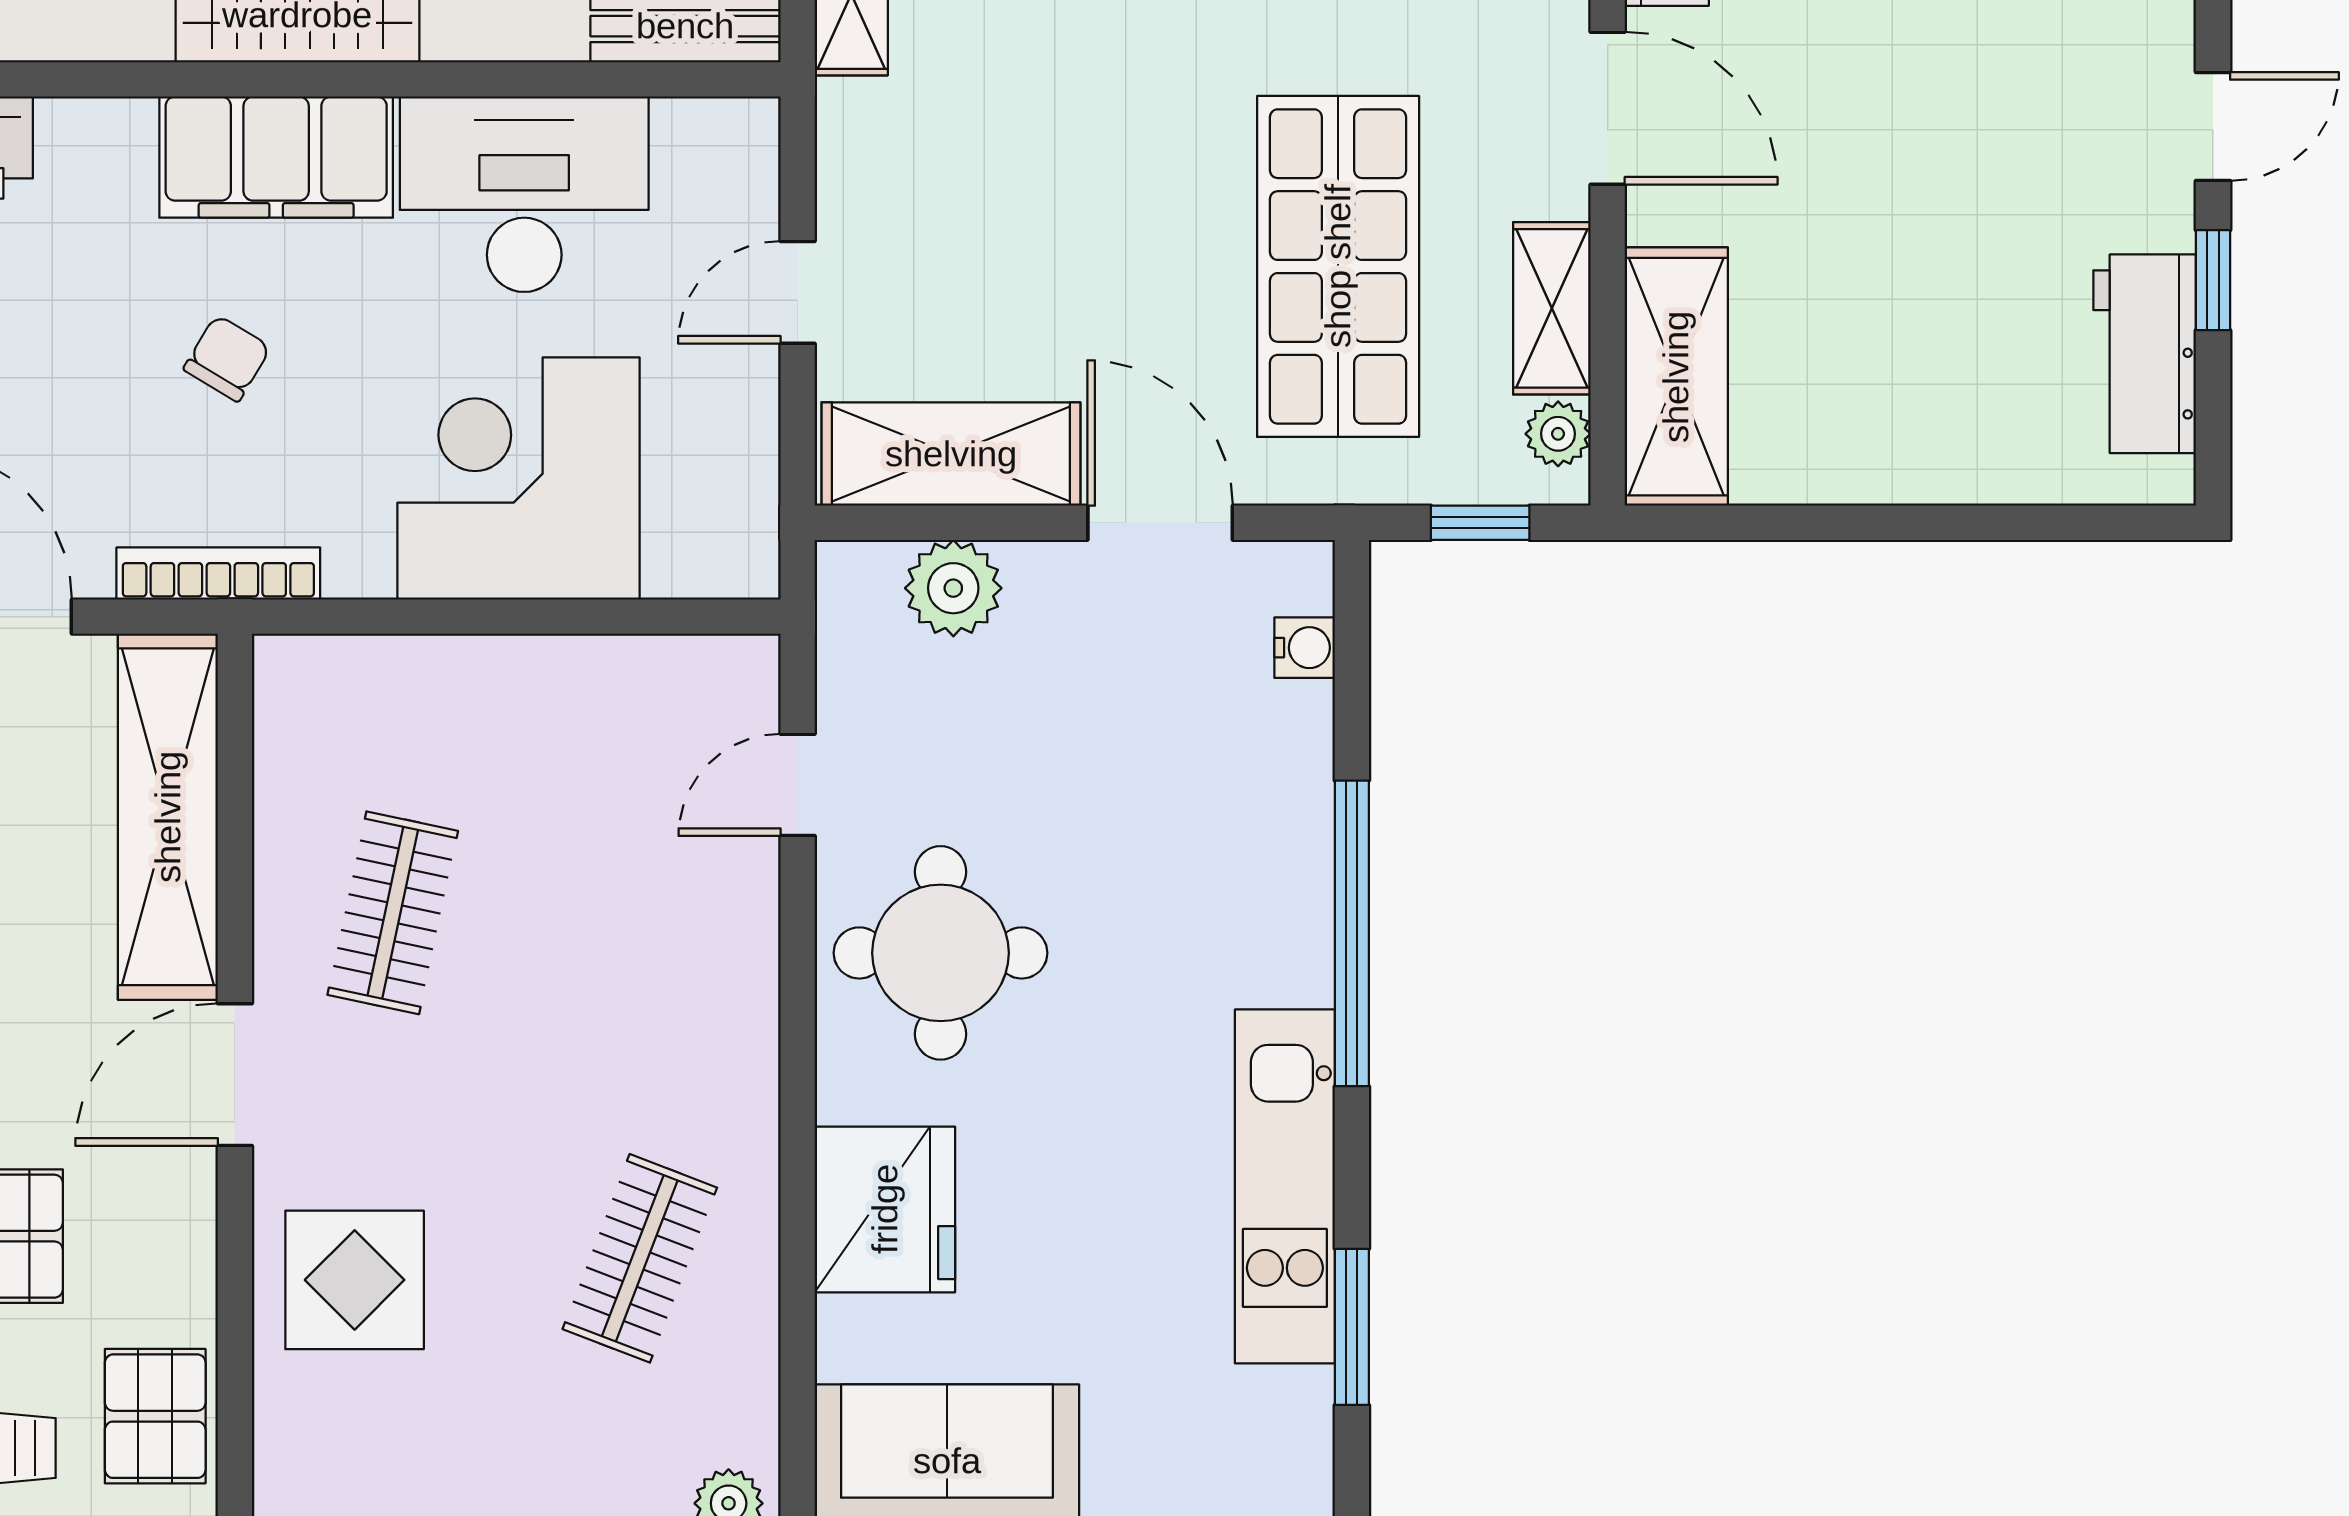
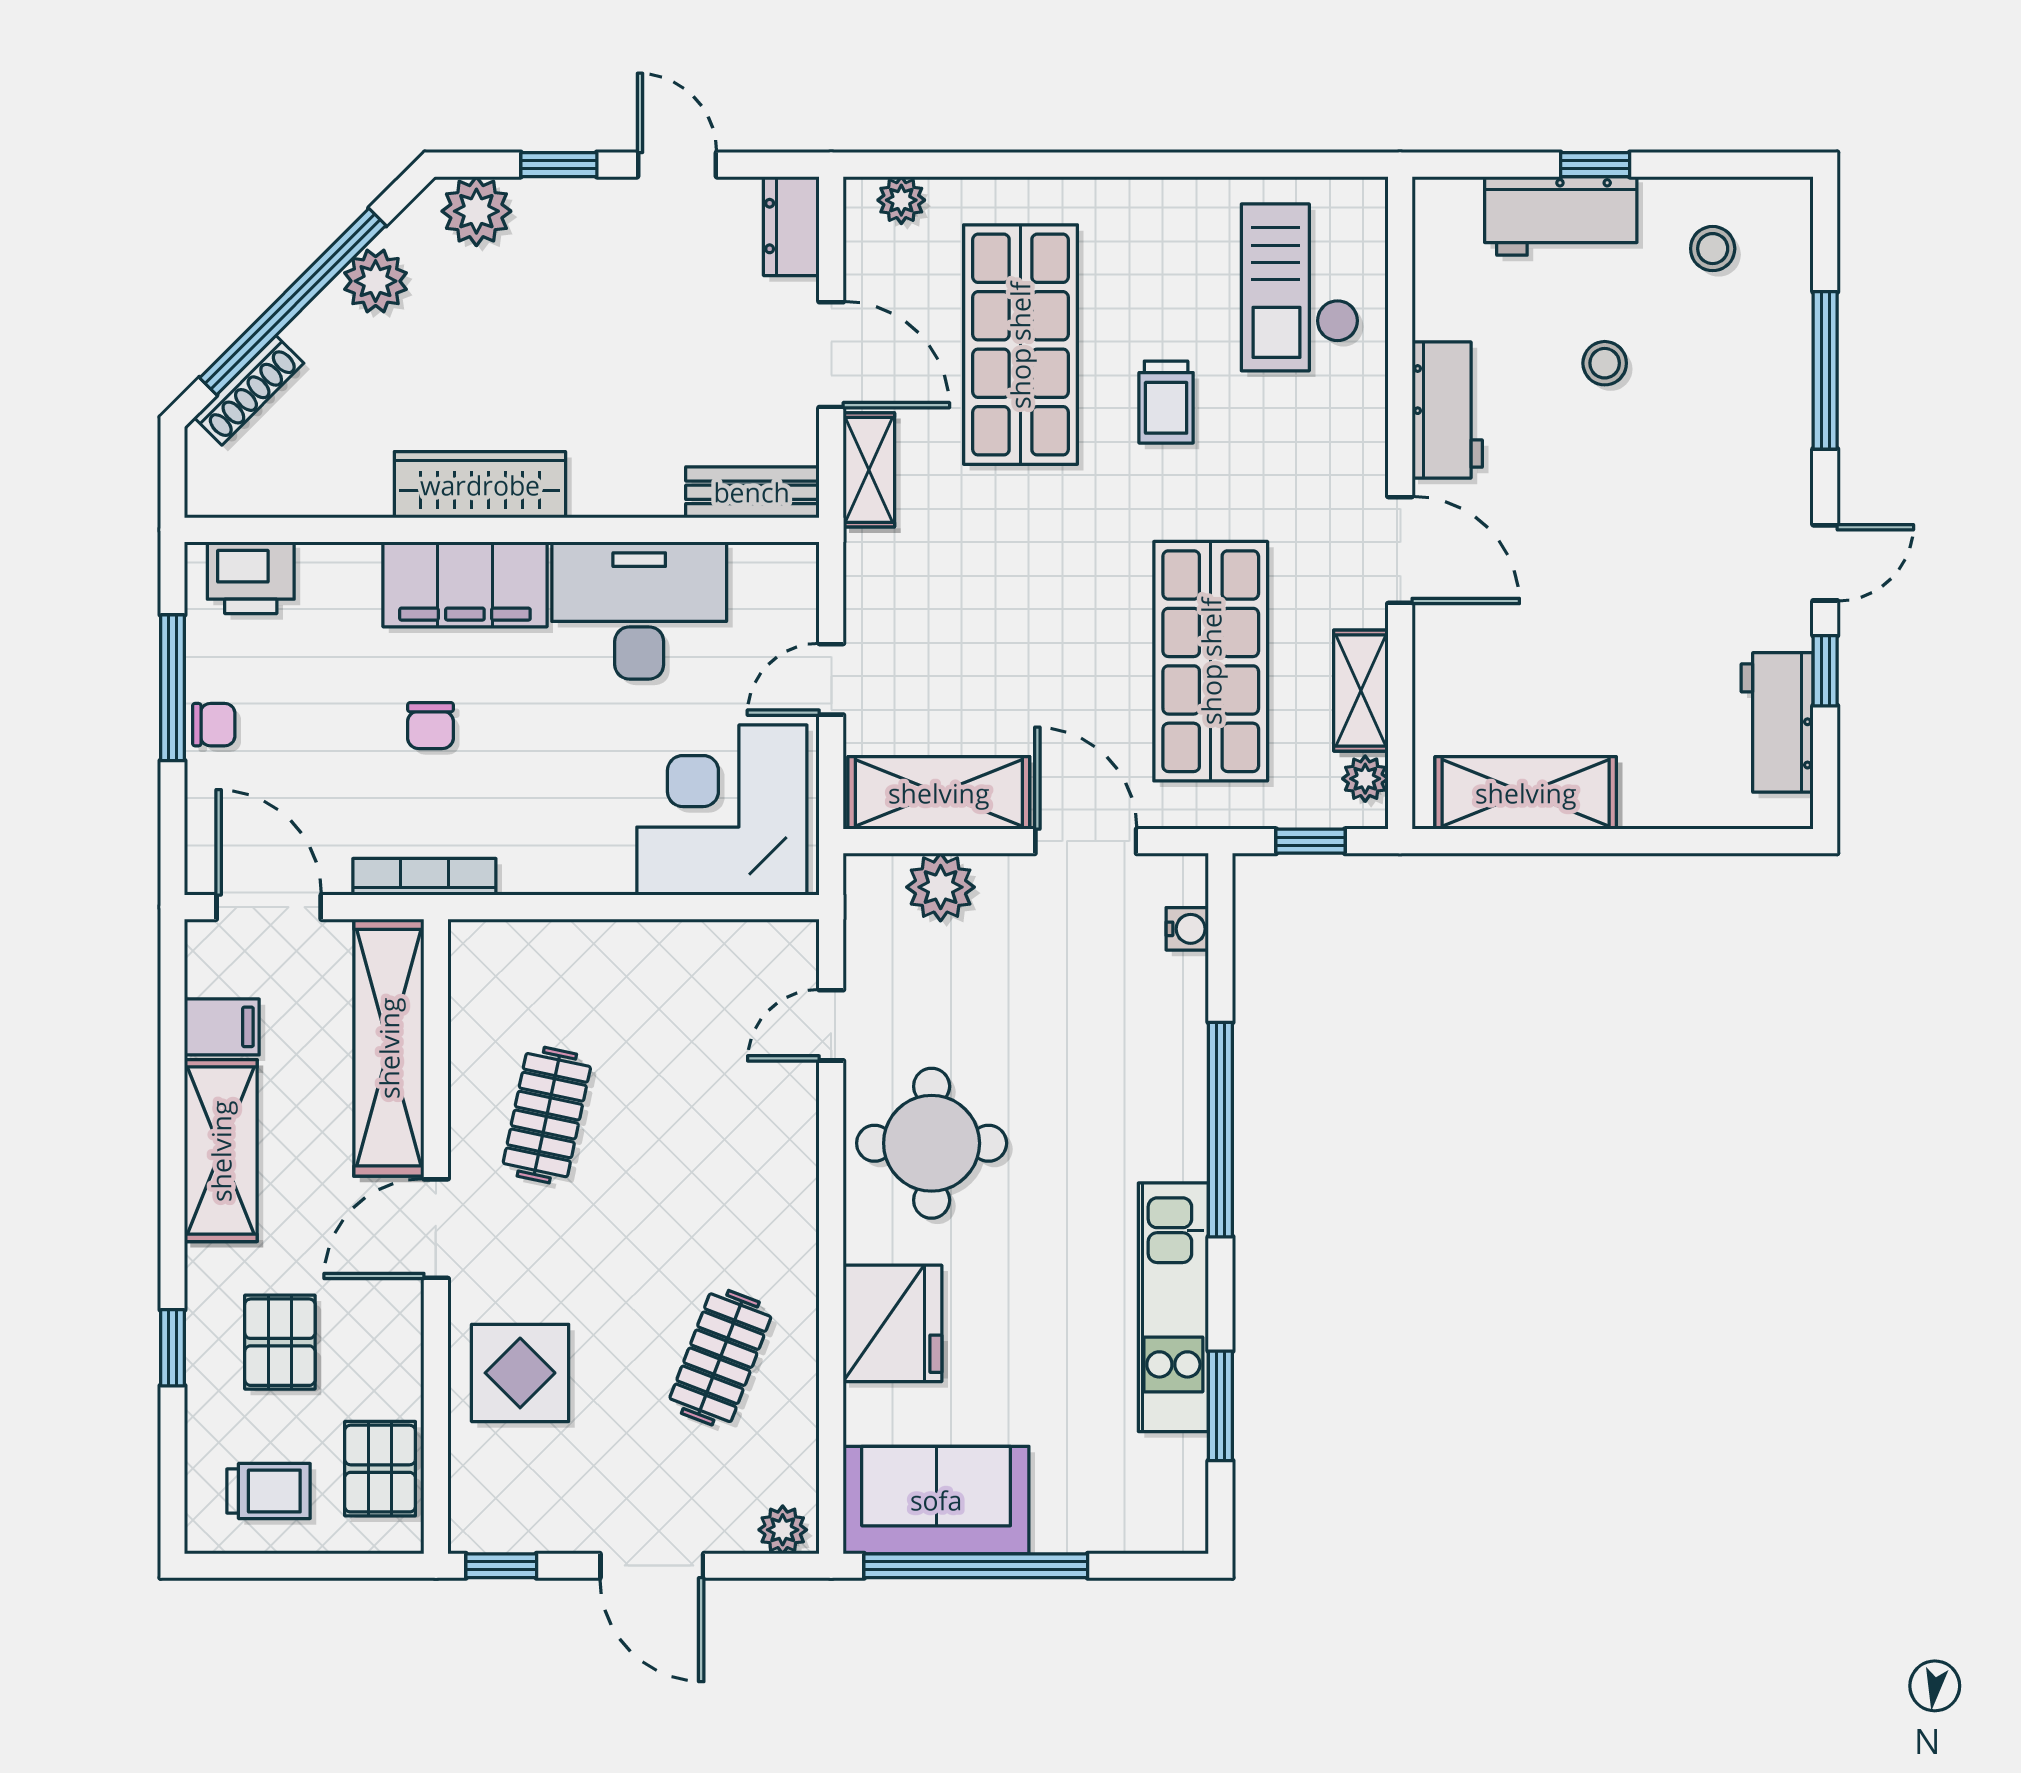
chair: (227, 358) -> (431, 726), turned 149
shelving: (1676, 377) -> (1526, 793), moved, turned 90
corner desk: (518, 478) -> (722, 810), moved

